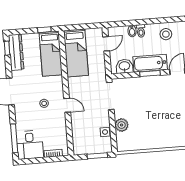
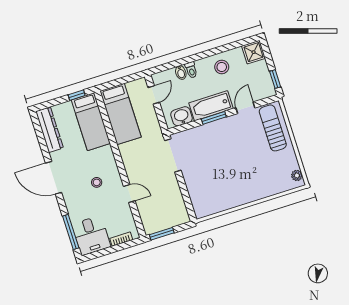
window: (7, 48) -> (38, 127), removed
door: (67, 105) -> (129, 194), moved
plant: (122, 125) -> (194, 187), removed
side table: (105, 132) -> (177, 199), removed
window: (97, 156) -> (162, 234), moved

